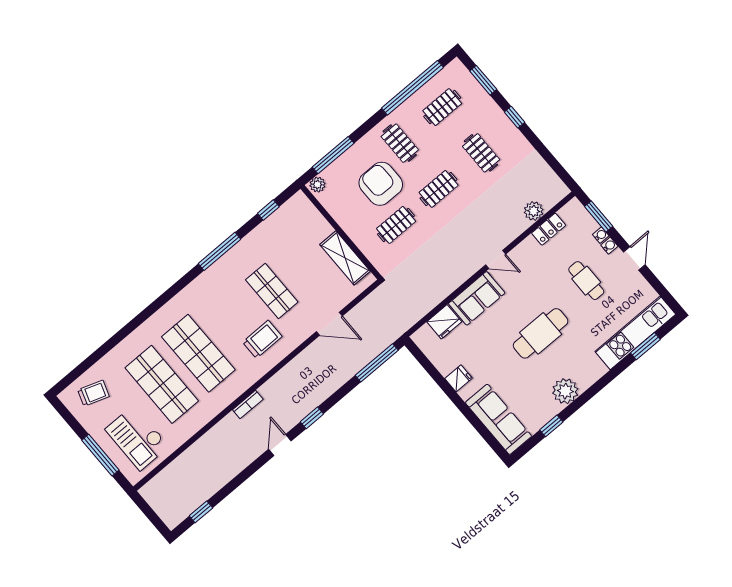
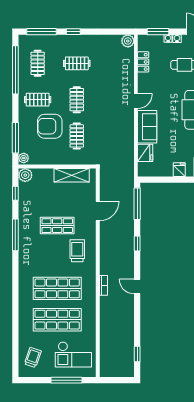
window: (483, 80) -> (42, 32), width x1.44
plant: (299, 203) -> (25, 175), added
plant: (534, 211) -> (128, 41), moved
window: (312, 418) -> (137, 243), moved

